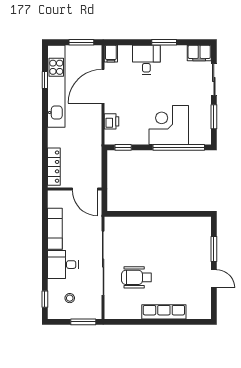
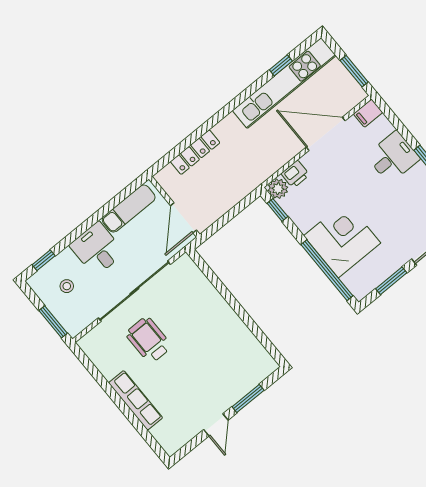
plant: (112, 137) -> (278, 189), added
wall: (75, 189) -> (174, 207), moved
door: (85, 189) -> (183, 218), moved

